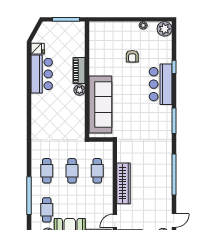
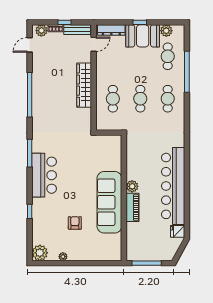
bar counter: (42, 74) -> (173, 186), width x1.86
bar counter: (161, 84) -> (44, 175), moved
sofa: (100, 105) -> (109, 202), moved

